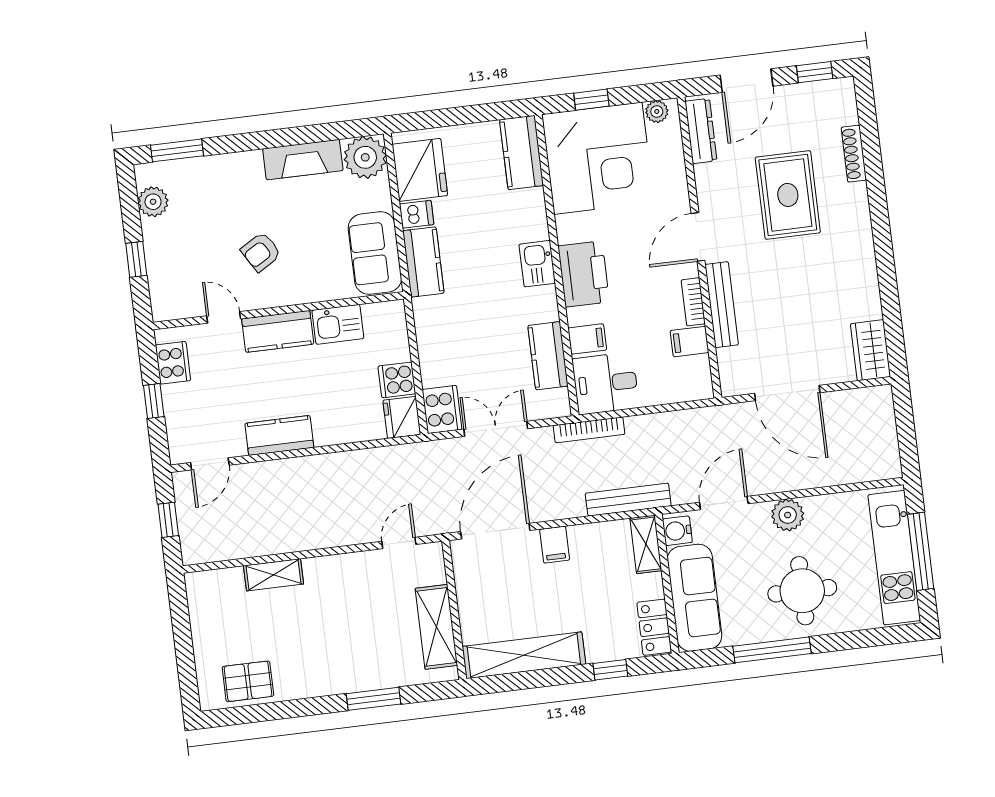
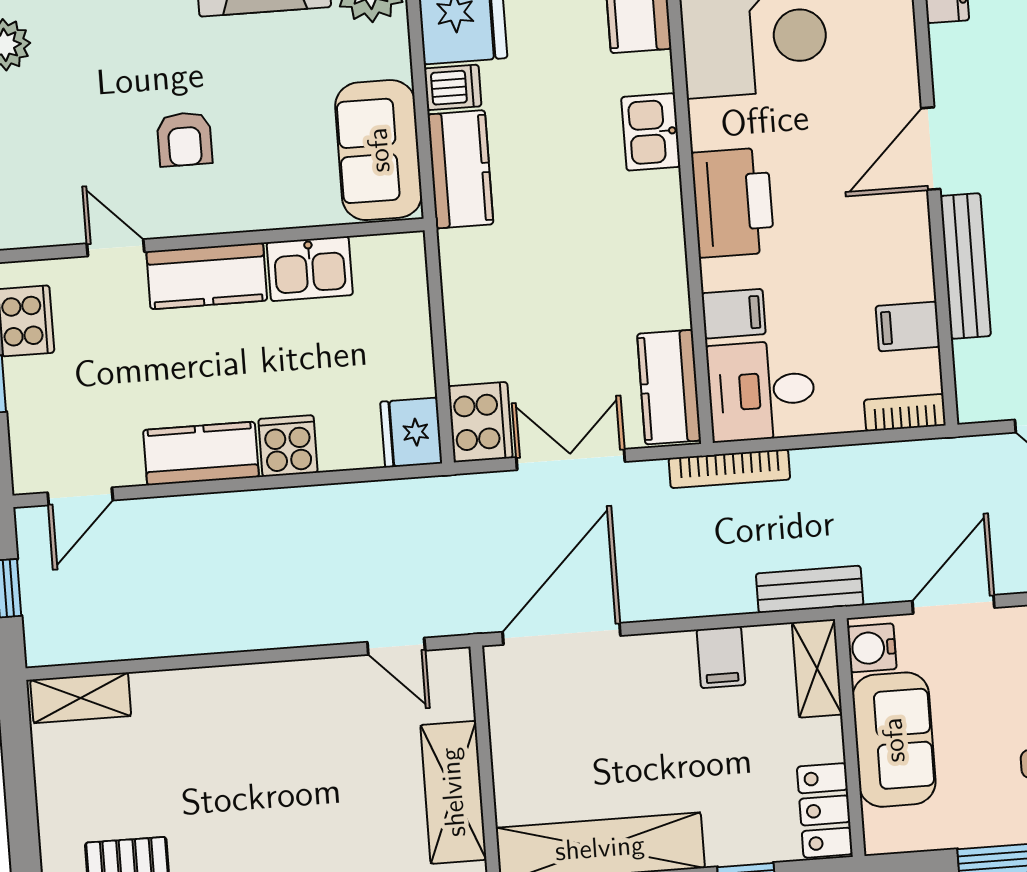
armchair: (261, 252) -> (185, 139), turned -59
kitchen sink: (537, 264) -> (651, 132), moved
bookcase: (693, 302) -> (905, 413), moved, turned 90
kitchen counter: (548, 356) -> (669, 387), moved
cooker: (397, 380) -> (288, 446), moved, turned 90
bench: (628, 500) -> (810, 589), width x0.73
door: (399, 543) -> (396, 646), swing flipped
filing cabinet: (555, 545) -> (721, 657), moved
shelving: (273, 575) -> (81, 698), moved
sofa: (695, 598) -> (894, 740), width x0.73

